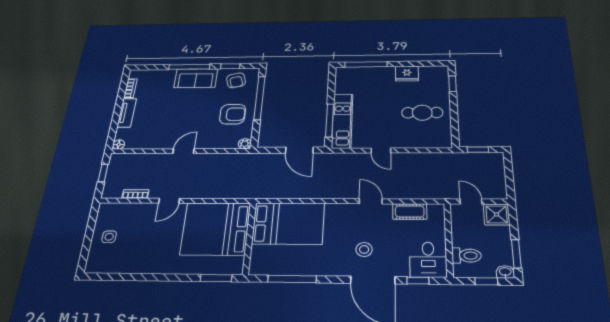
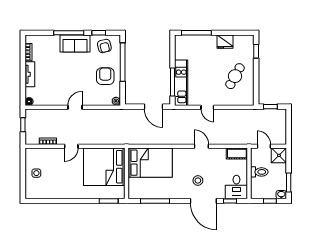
cafe table: (422, 113) -> (235, 76), turned -61
armchair: (233, 114) -> (105, 76), turned -90
cot: (410, 211) -> (237, 154), moved
toilet: (466, 256) -> (259, 172), moved

